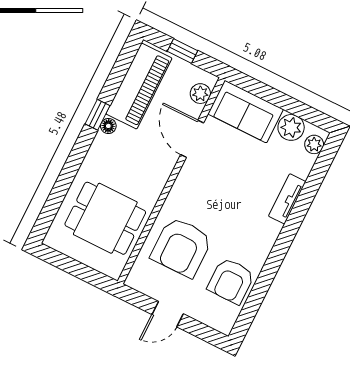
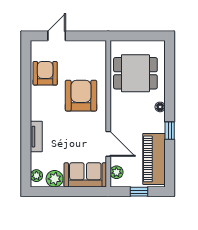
floor lamp: (108, 126) -> (160, 107), moved
armchair: (181, 247) -> (81, 96), moved
door: (168, 314) -> (57, 36), moved

